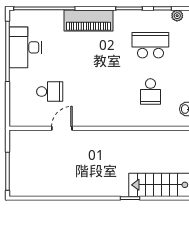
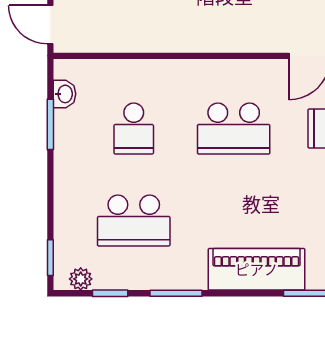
school desk: (100, 92) -> (234, 129), added
school desk: (150, 92) -> (134, 129), turned 180

